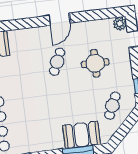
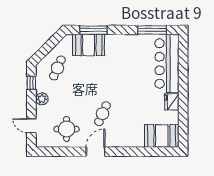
plant: (120, 24) -> (42, 99), moved
round table: (95, 63) -> (67, 129), moved

